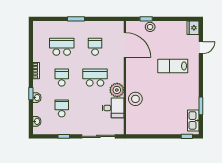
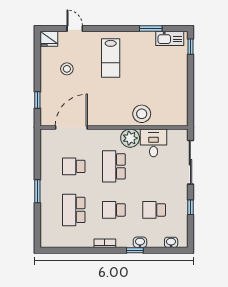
stool: (150, 27) -> (67, 69), moved
lab bench: (173, 66) -> (111, 58), moved

